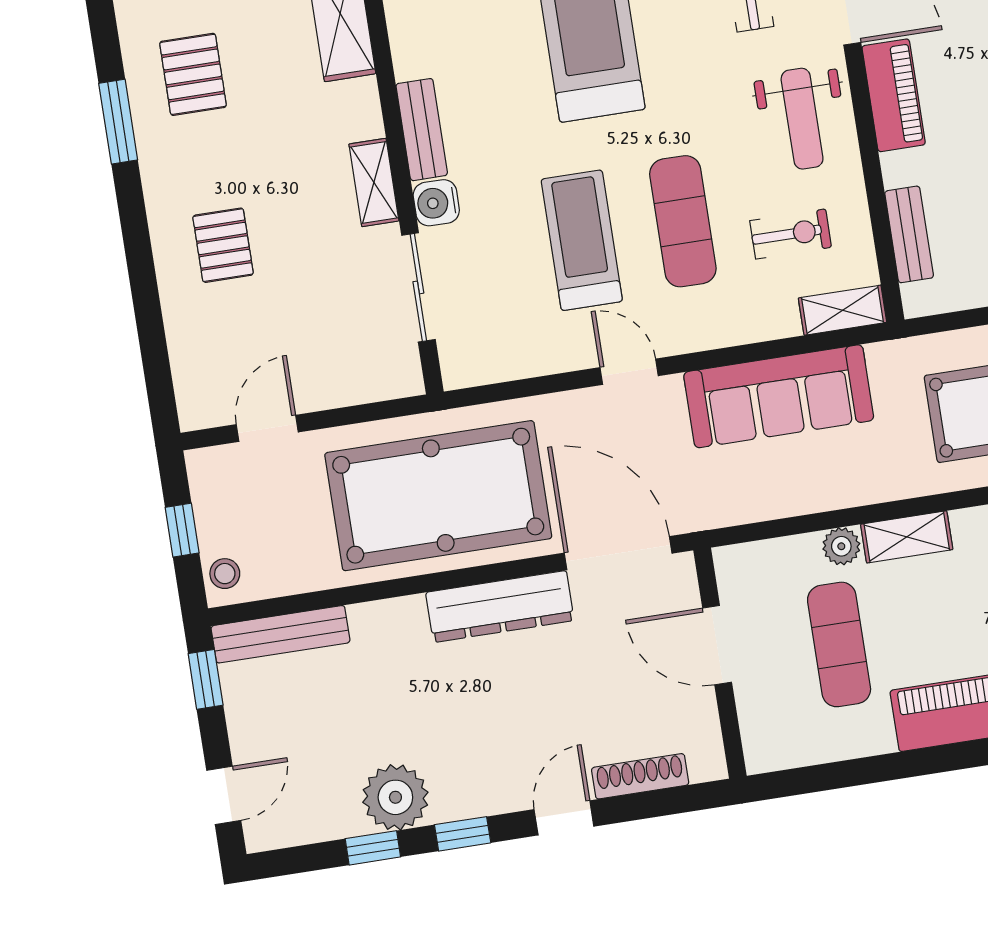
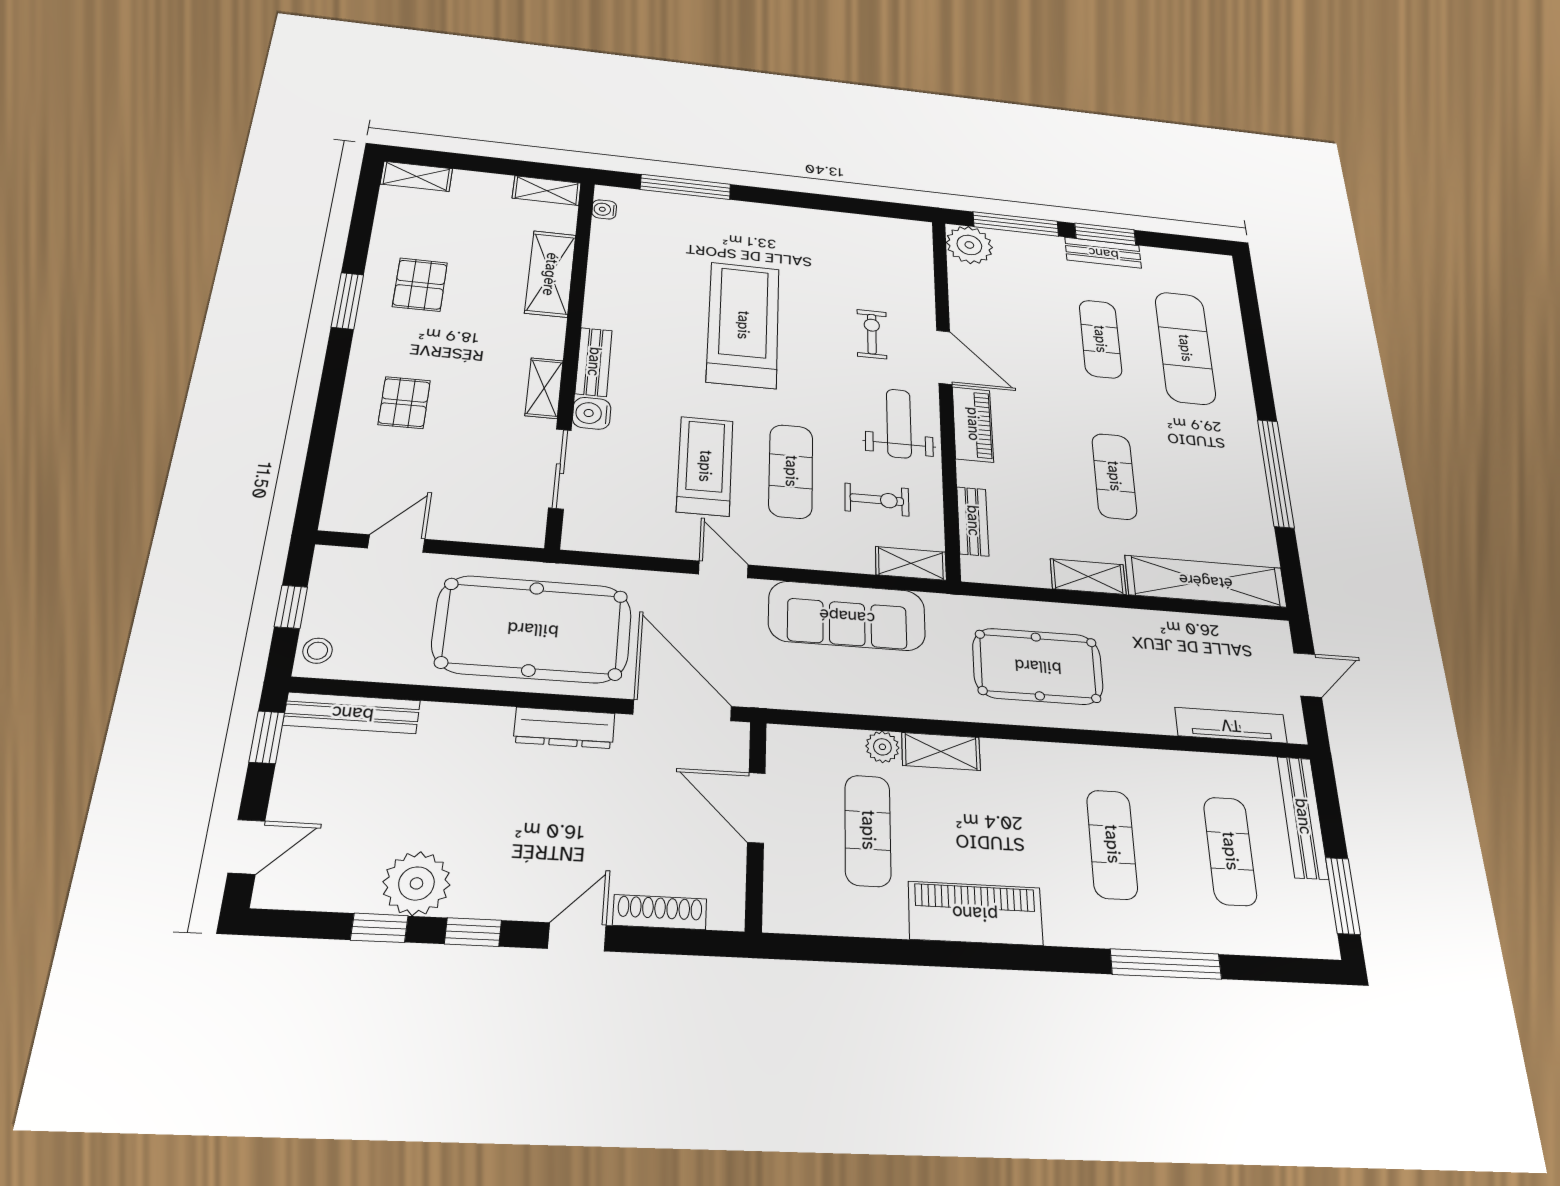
weight bench: (802, 119) -> (899, 423), turned 180
dresser: (500, 606) -> (564, 728), width x0.73, depth x0.80

